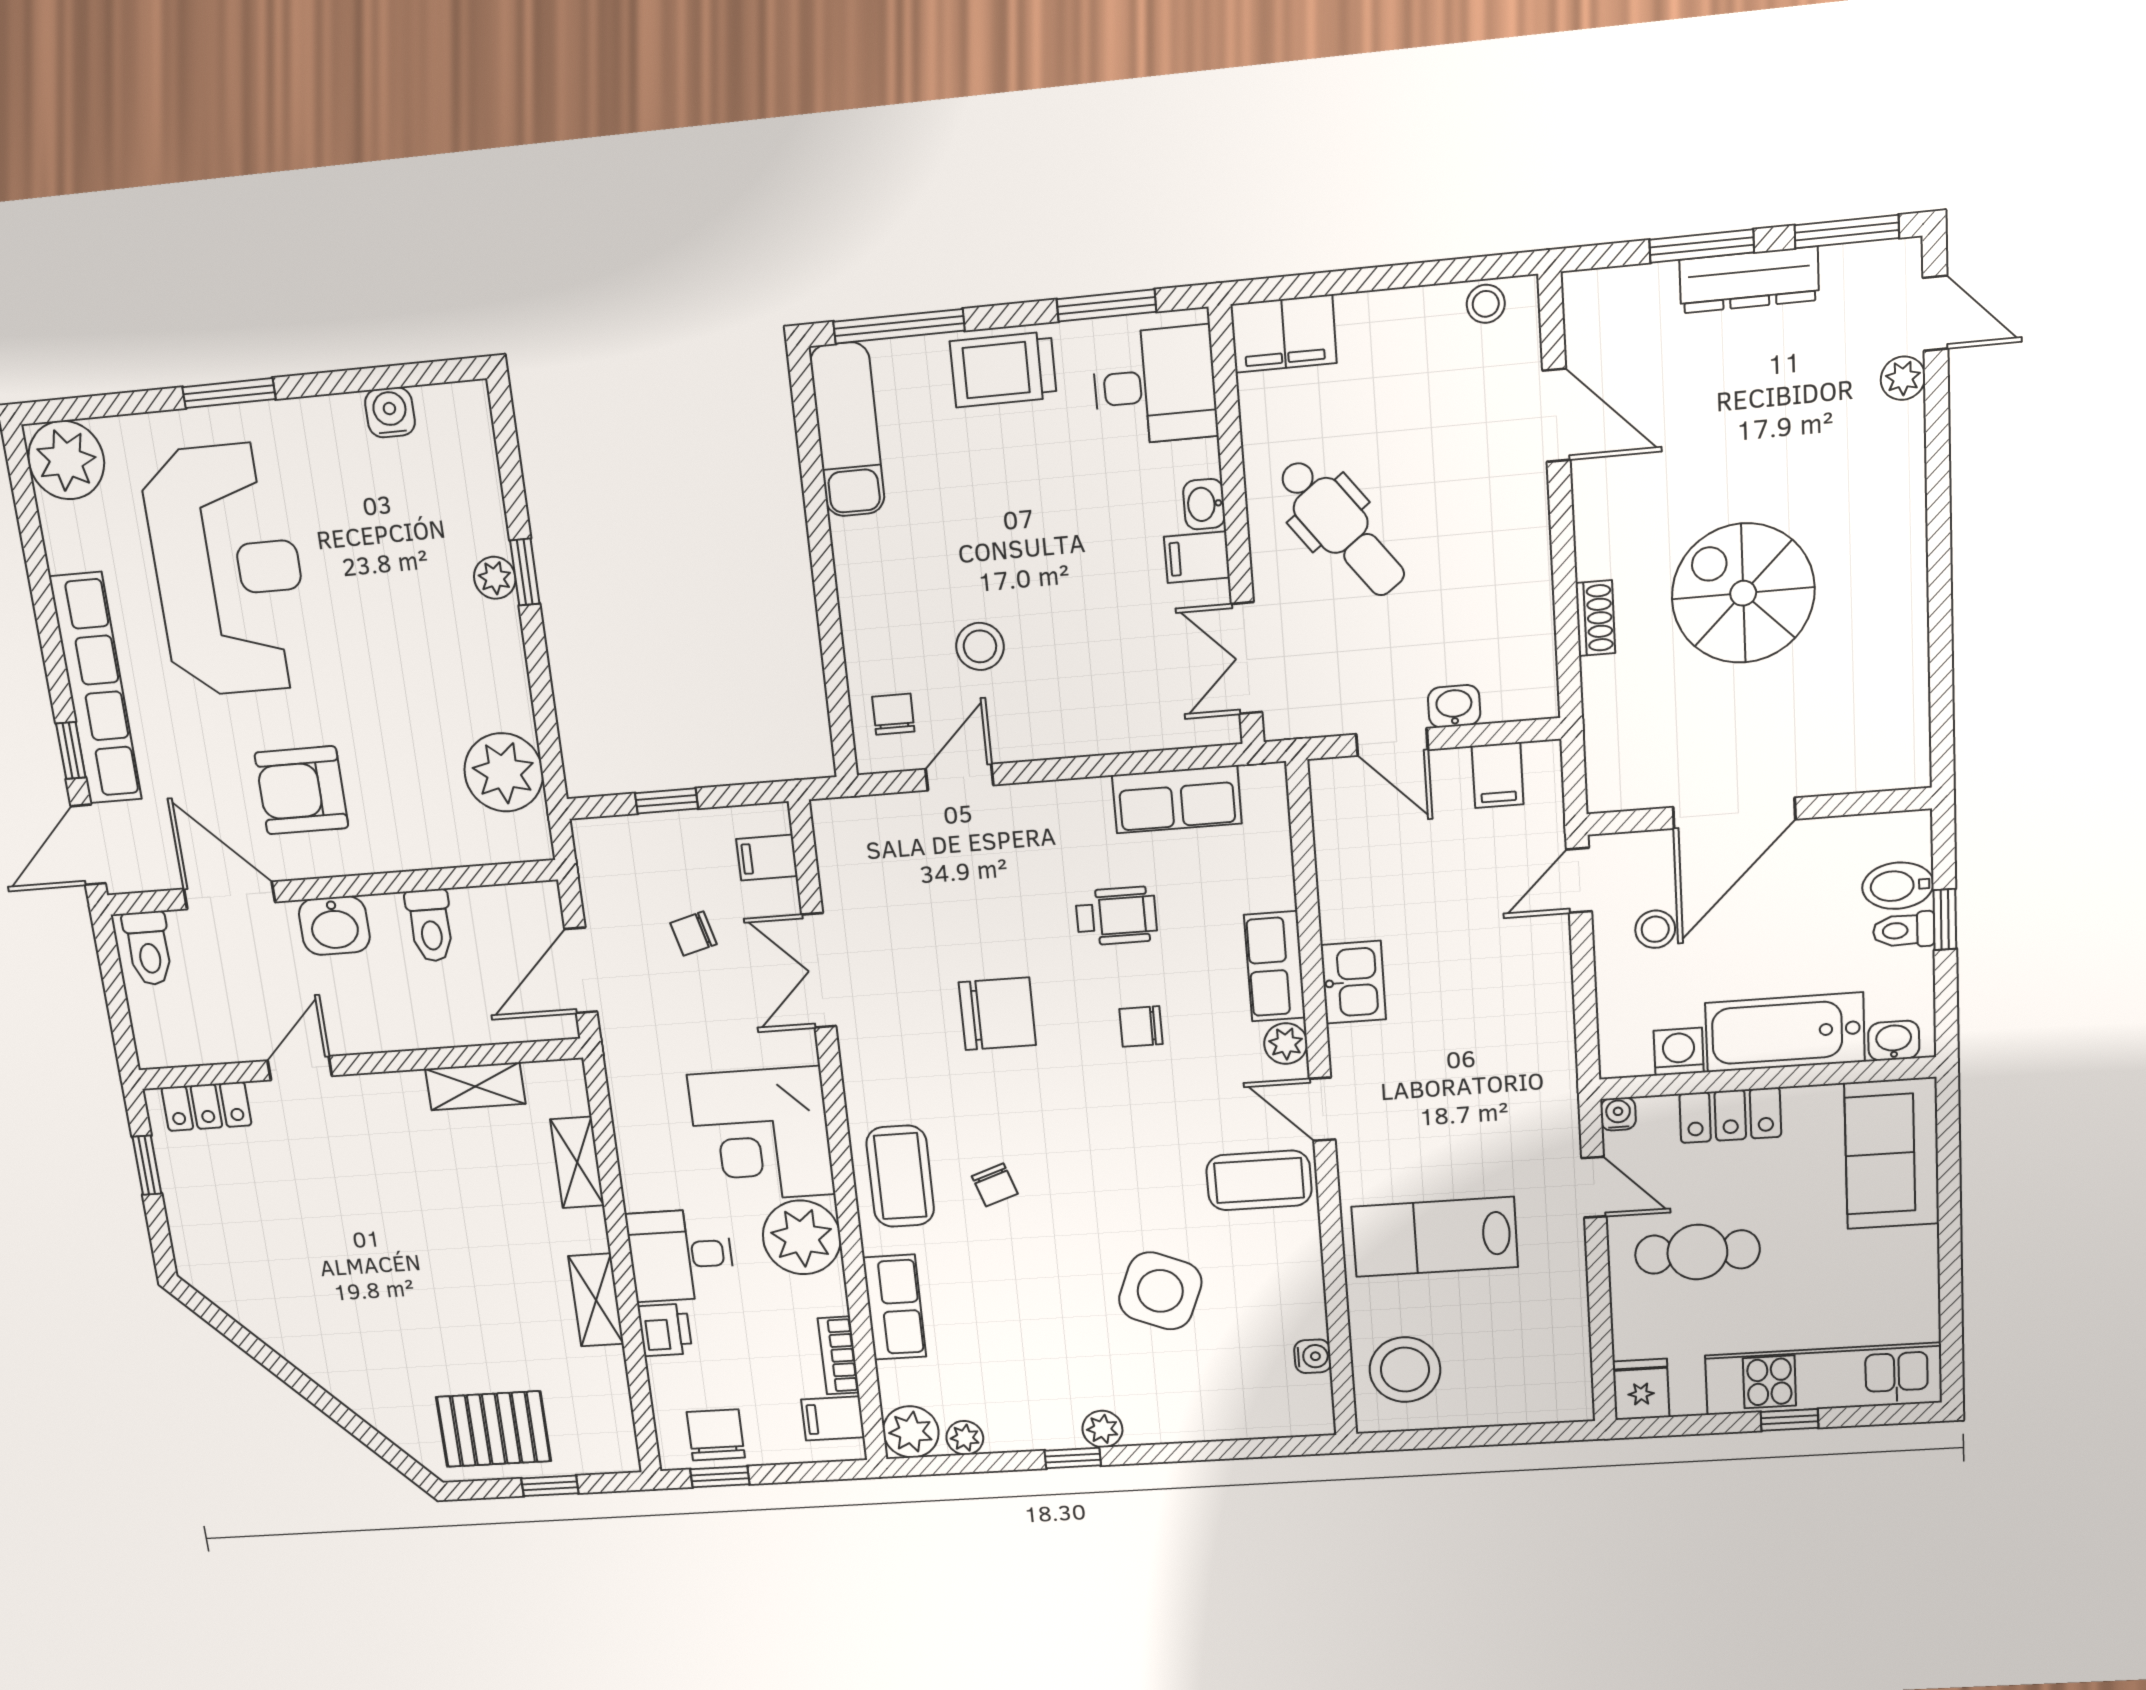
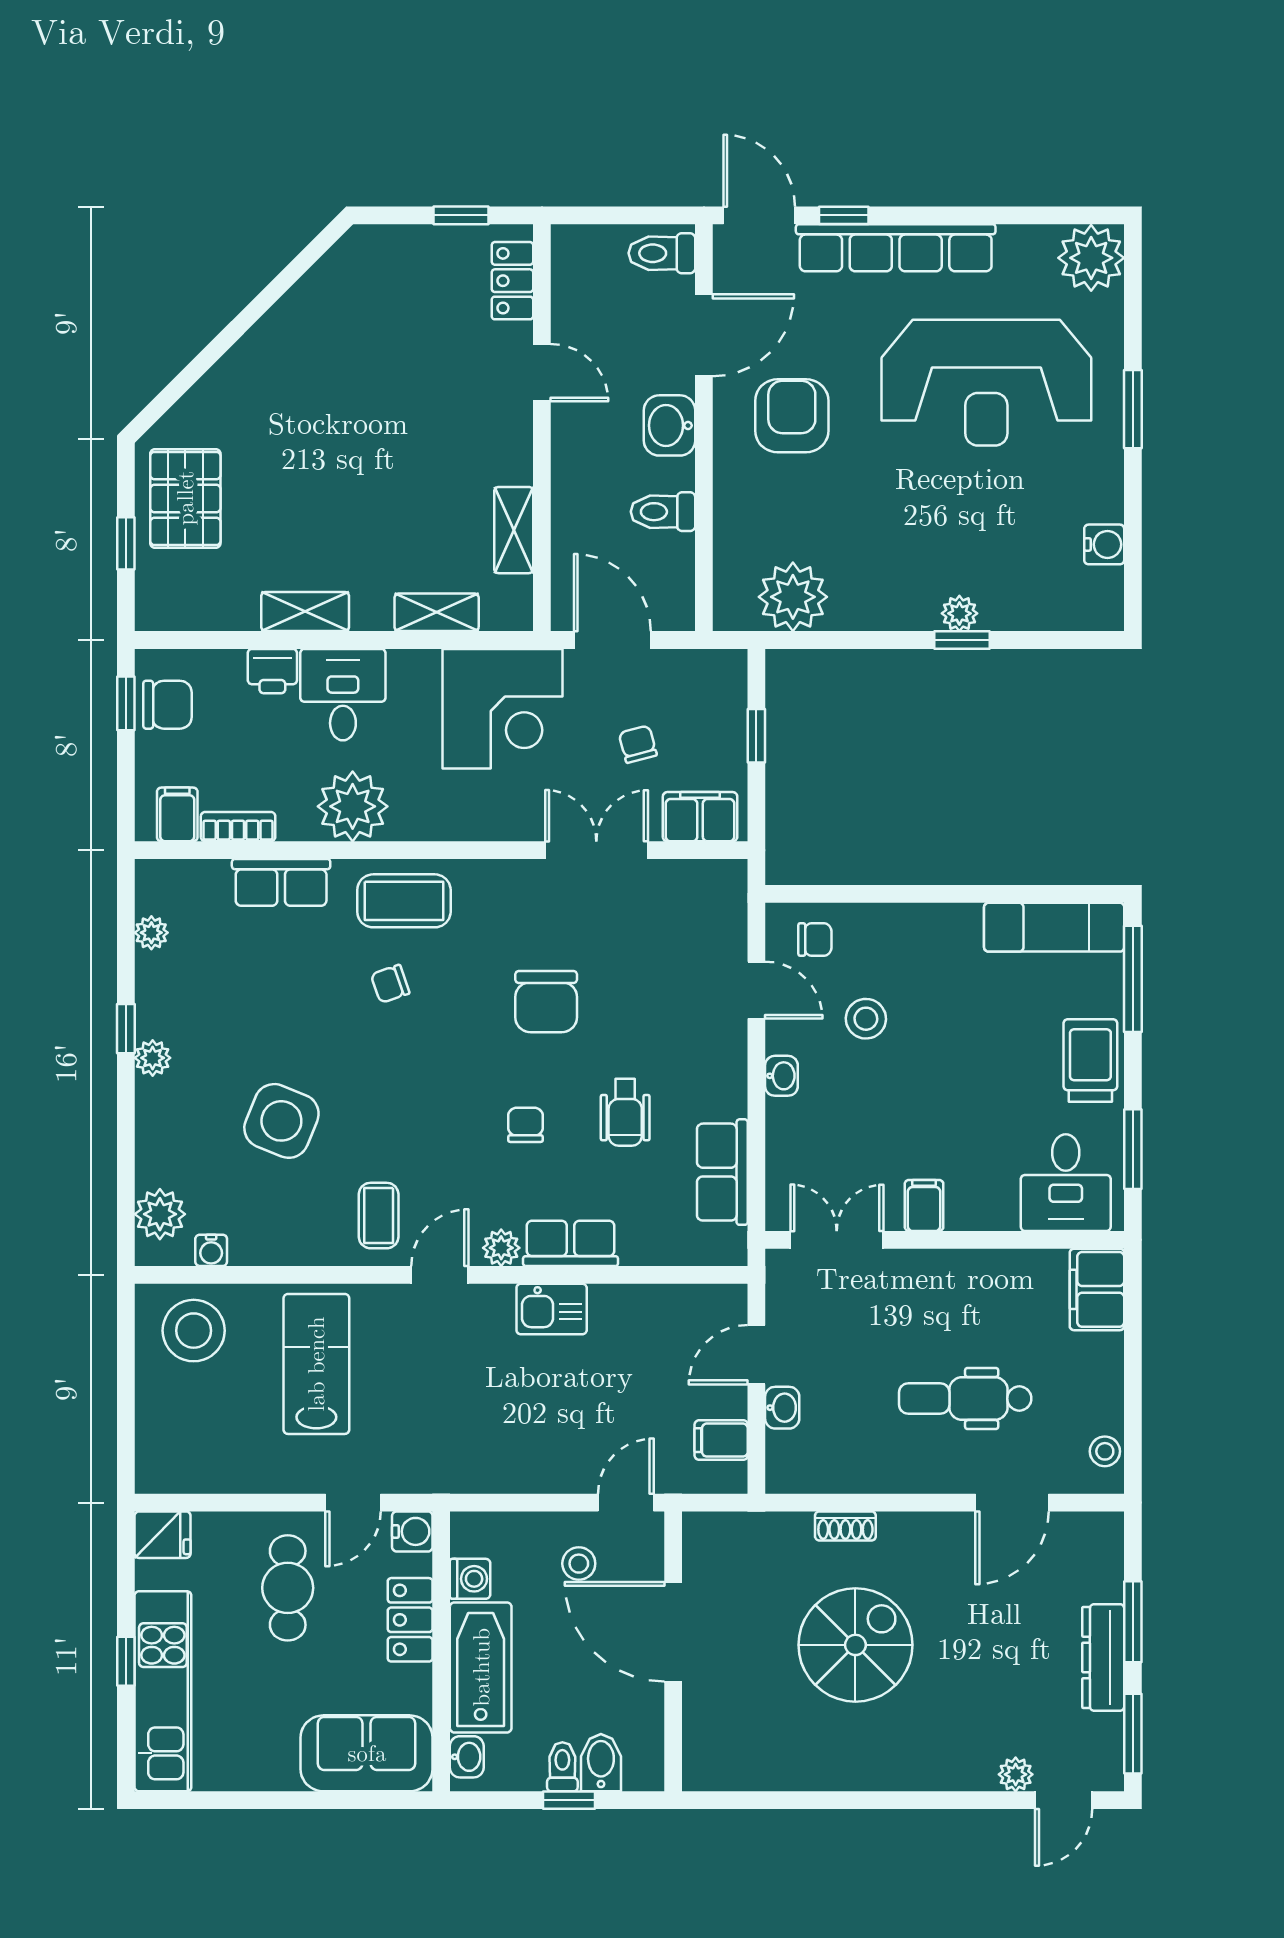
washbasin: (1204, 504) -> (781, 1076), moved, turned 90
dental chair: (1341, 527) -> (965, 1399), moved, turned 37
filing cabinet: (767, 857) -> (700, 817), width x2.00
door: (1579, 880) -> (626, 1503), hinge flipped
water cooler: (1618, 1114) -> (412, 1531), width x1.38, depth x1.38
corner desk: (761, 1135) -> (503, 709), moved, turned 180
coffee table: (1259, 1180) -> (379, 1216), width x0.73, depth x0.77
plant: (911, 1432) -> (160, 1214), moved

